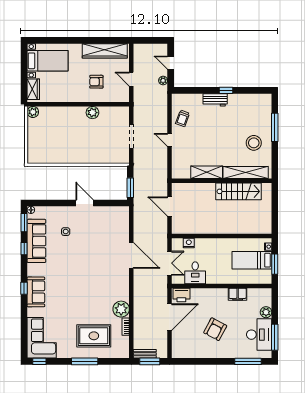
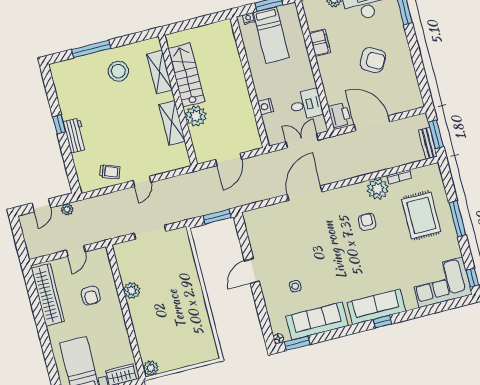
shelving: (246, 172) -> (159, 72), width x0.68
plant: (207, 191) -> (196, 116), added
nightstand: (189, 243) -> (265, 106), moved
window: (24, 249) -> (331, 335), removed
sofa: (36, 292) -> (376, 307), width x1.36
armchair: (99, 295) -> (367, 222), added

